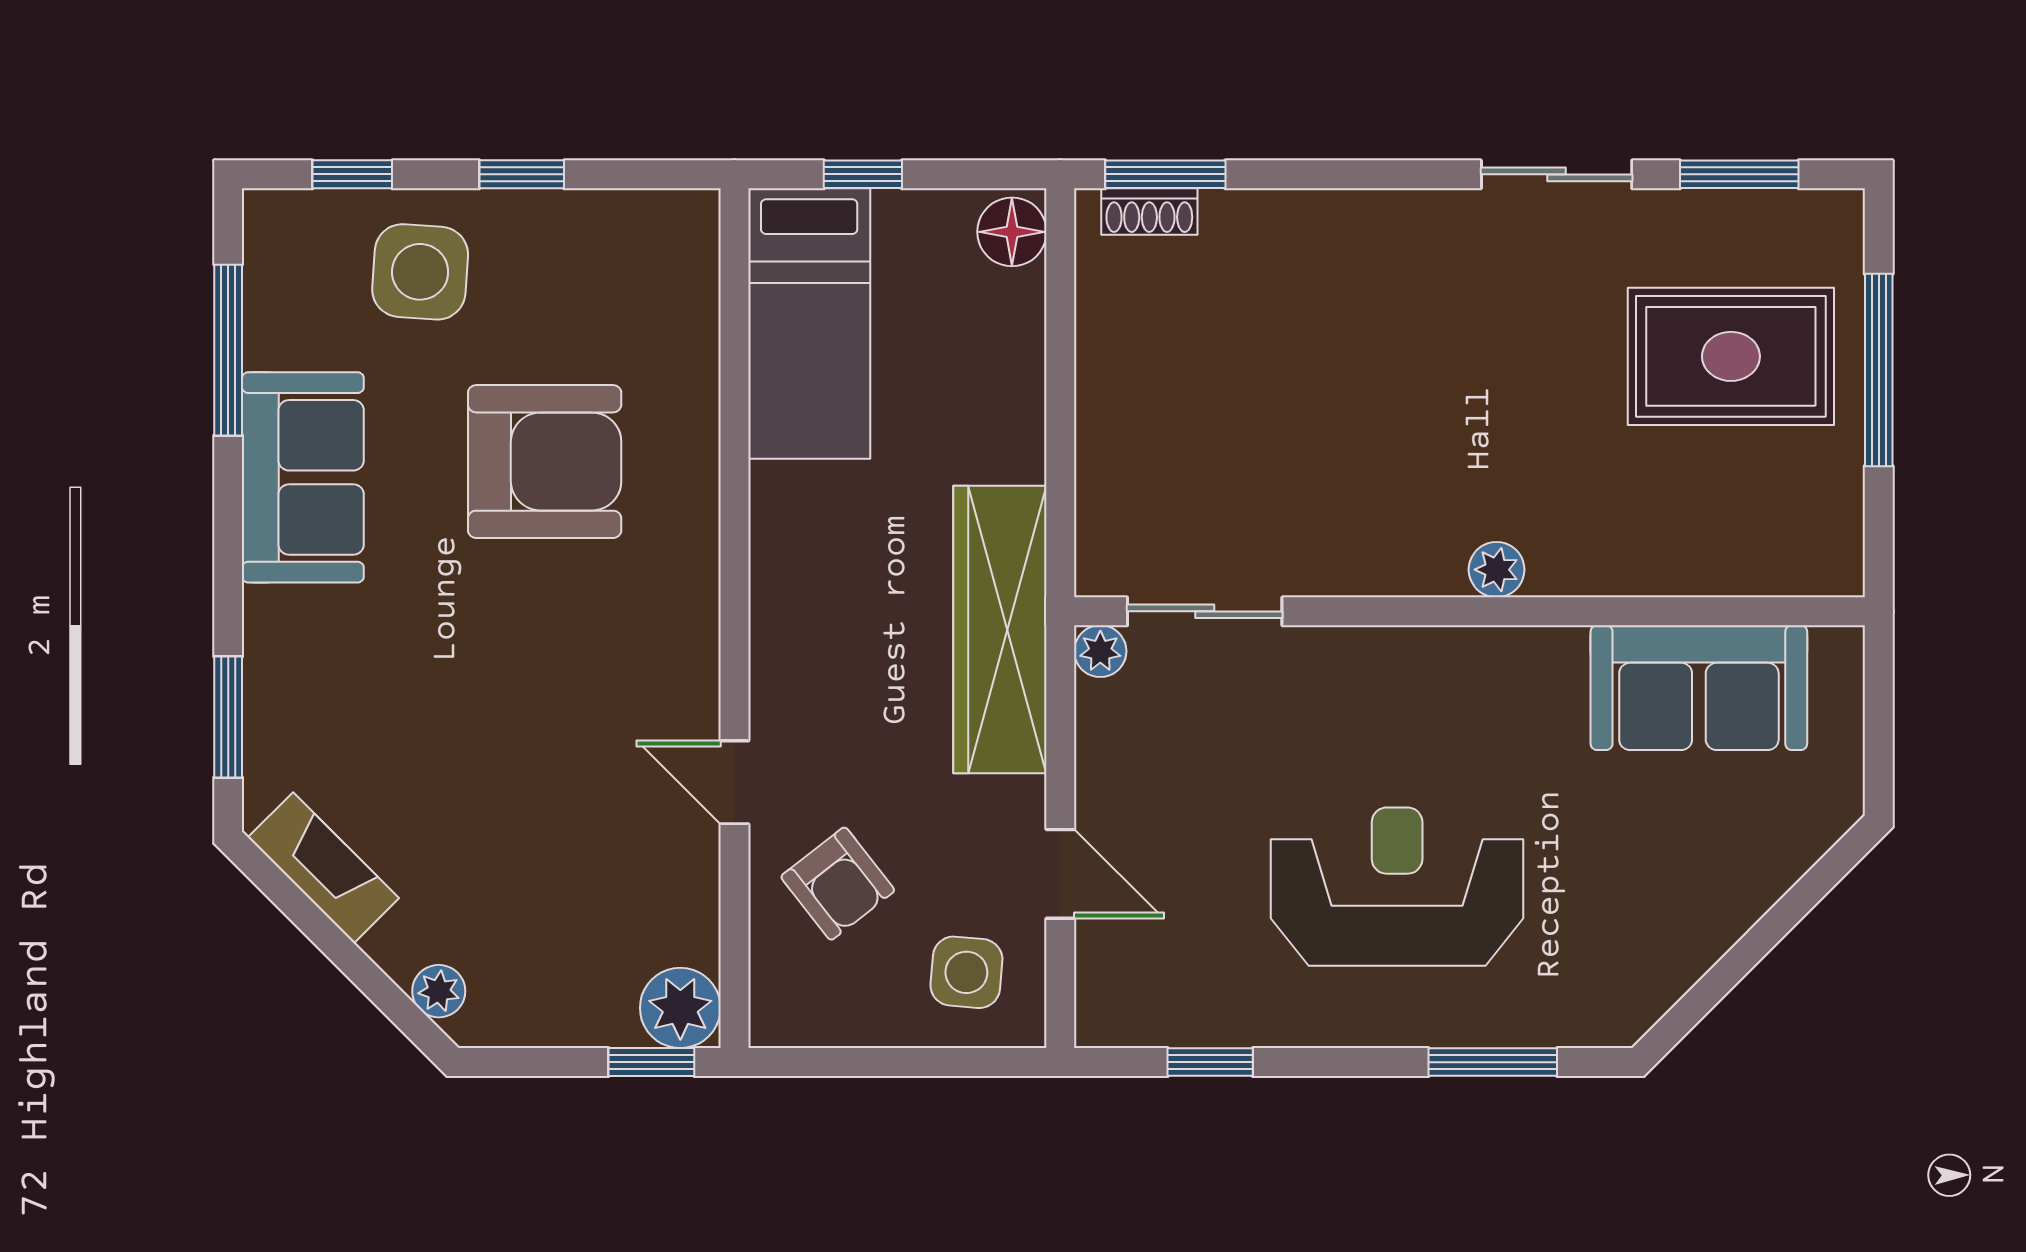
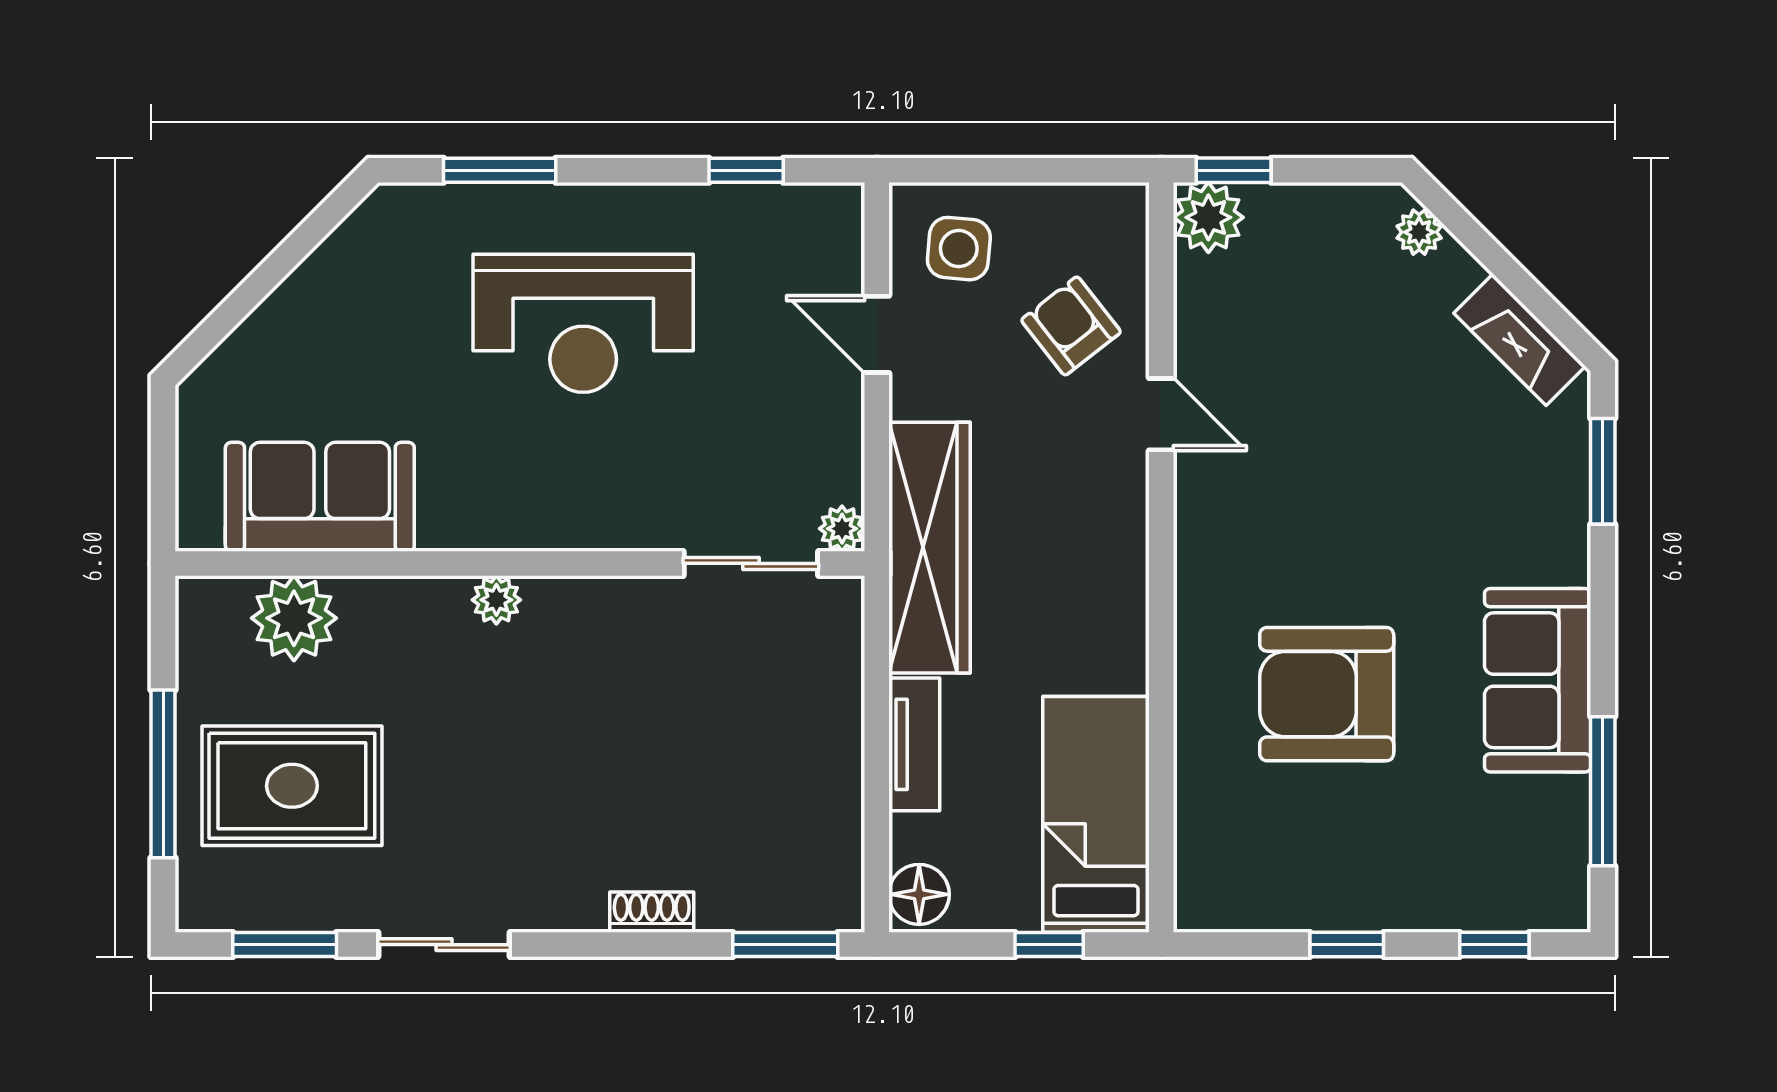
shoe rack: (1149, 212) -> (652, 912), moved
side table: (420, 272) -> (1435, 860), removed
tv unit: (1017, 404) -> (914, 744), added
plant: (1729, 548) -> (294, 618), added

